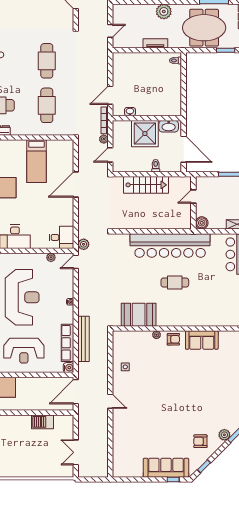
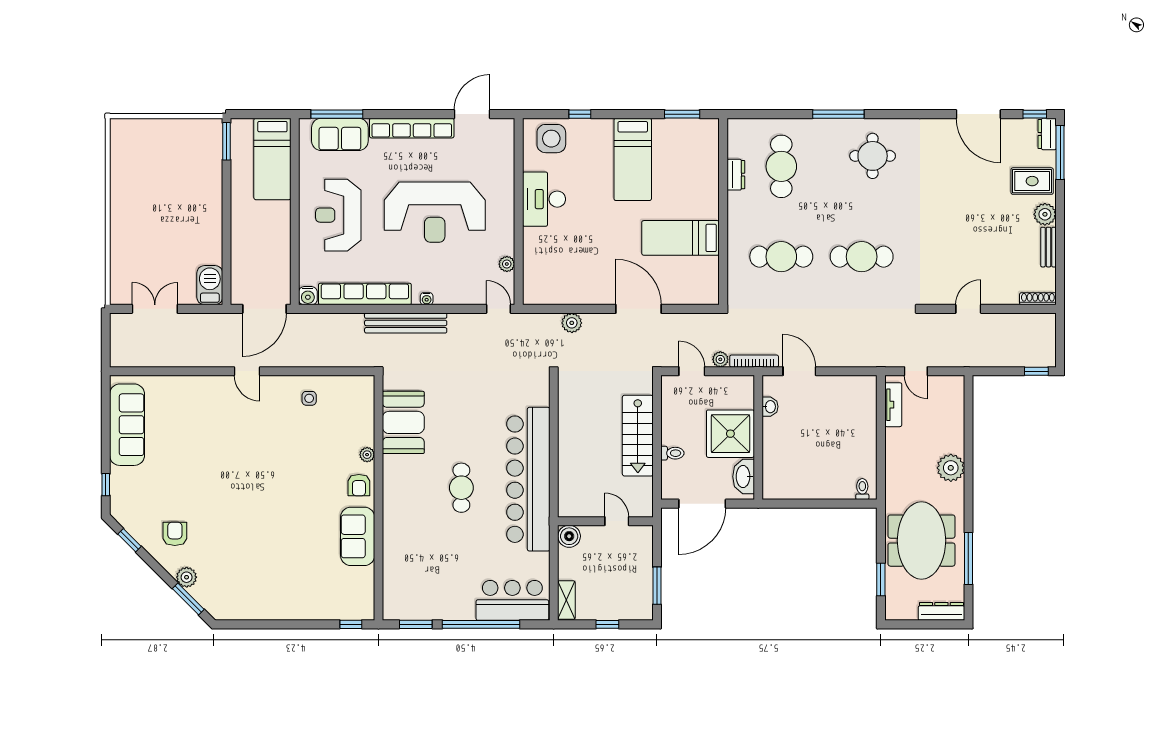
tv unit: (155, 43) -> (893, 405), moved
desk: (62, 237) -> (543, 283), removed
plant: (84, 244) -> (572, 323), moved
bench: (84, 339) -> (406, 323), moved
row of seats: (68, 343) -> (365, 294), width x1.36
door: (76, 392) -> (264, 309), swing flipped
door: (110, 401) -> (247, 371), hinge flipped
barbecue: (43, 422) -> (210, 285), moved
sofa: (166, 468) -> (127, 425), moved

